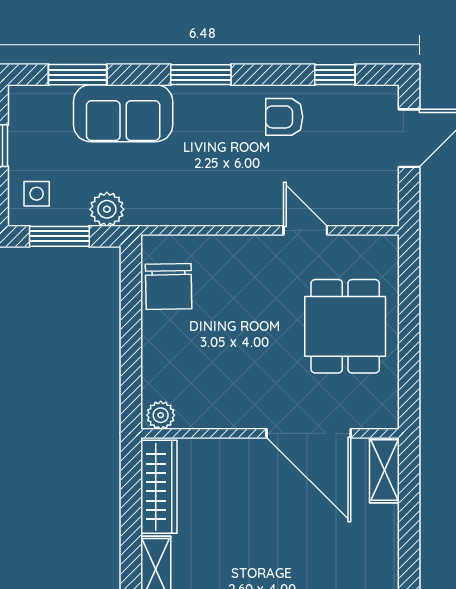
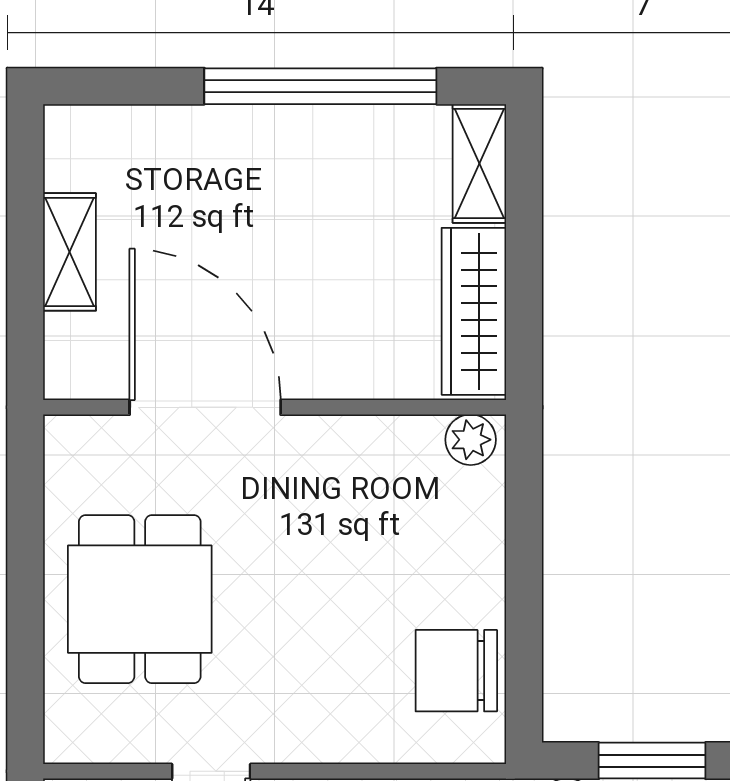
chair: (169, 286) -> (456, 671), turned -89
shelving: (384, 470) -> (69, 252), moved

